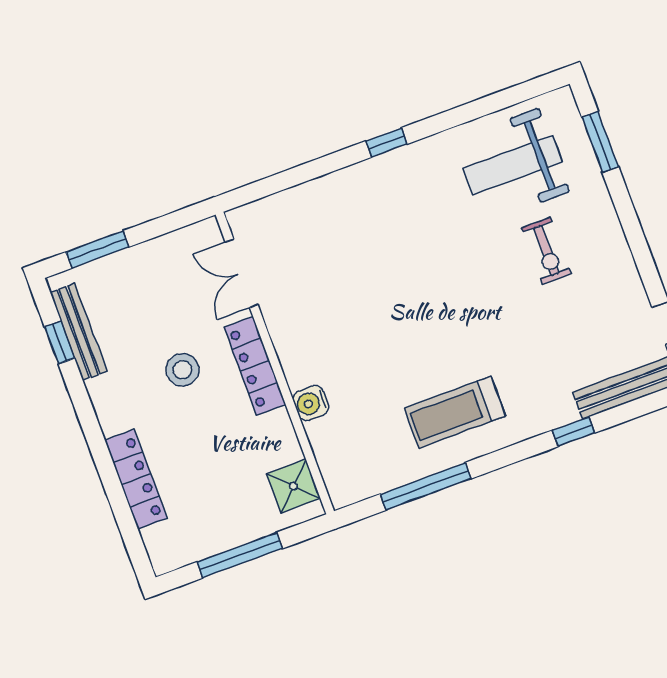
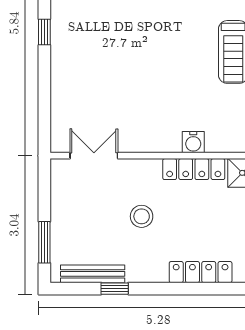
double door: (242, 273) -> (94, 156), swing flipped
window: (60, 342) -> (115, 289), moved
locker: (255, 366) -> (194, 169), moved

